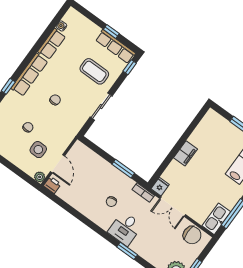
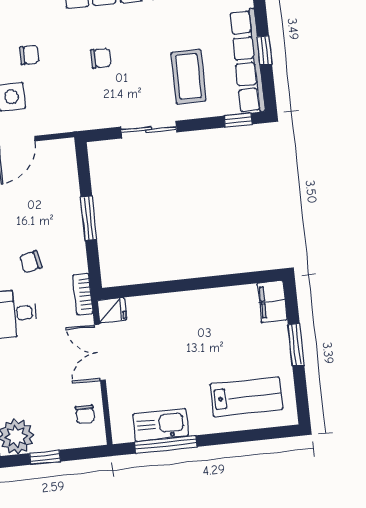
row of seats: (115, 47) -> (247, 61), width x1.36
filing cabinet: (185, 153) -> (272, 302), moved, turned 90
window: (123, 169) -> (89, 218), moved
kitchen sink: (216, 219) -> (161, 425), moved
chair: (192, 235) -> (85, 414), width x0.54, depth x0.54

